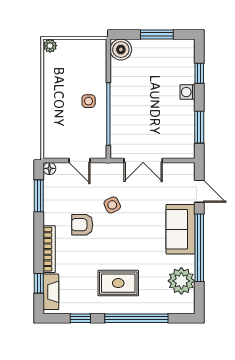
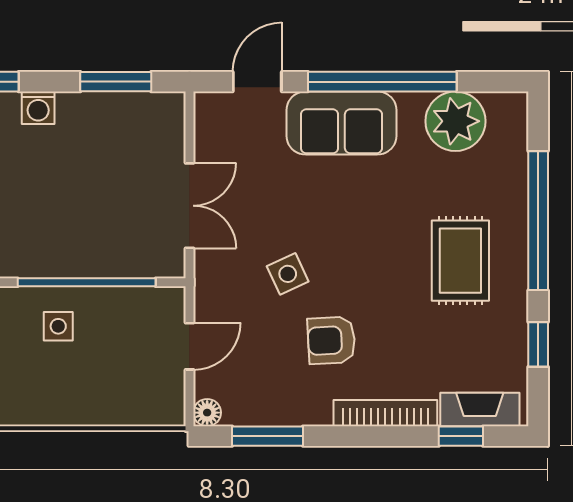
armchair: (82, 225) -> (331, 340), turned 87

